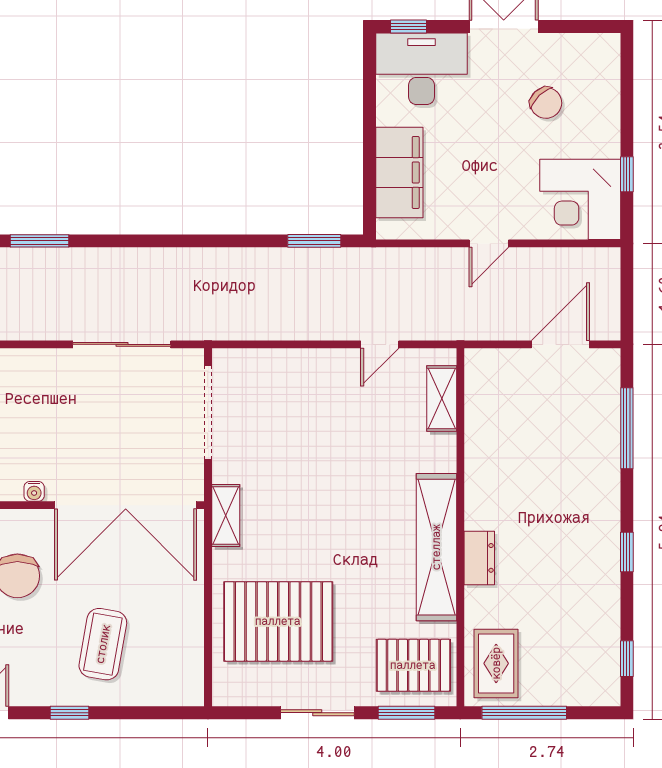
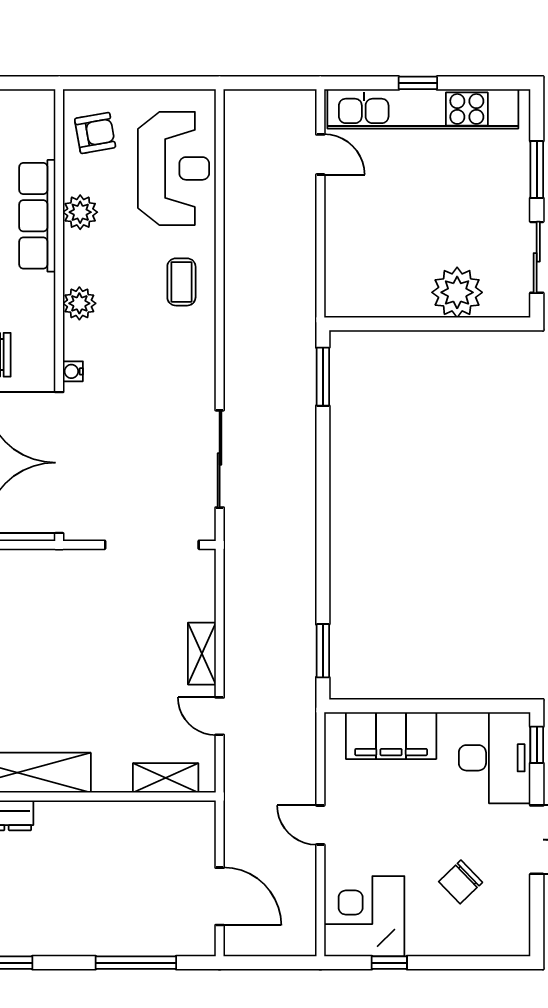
shelving: (226, 515) -> (202, 654), moved, turned 90

